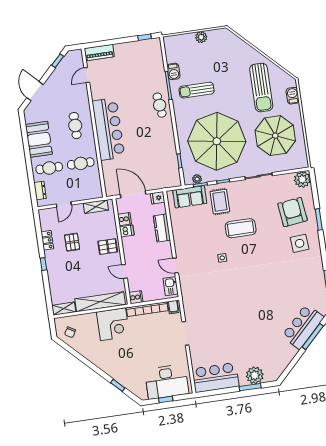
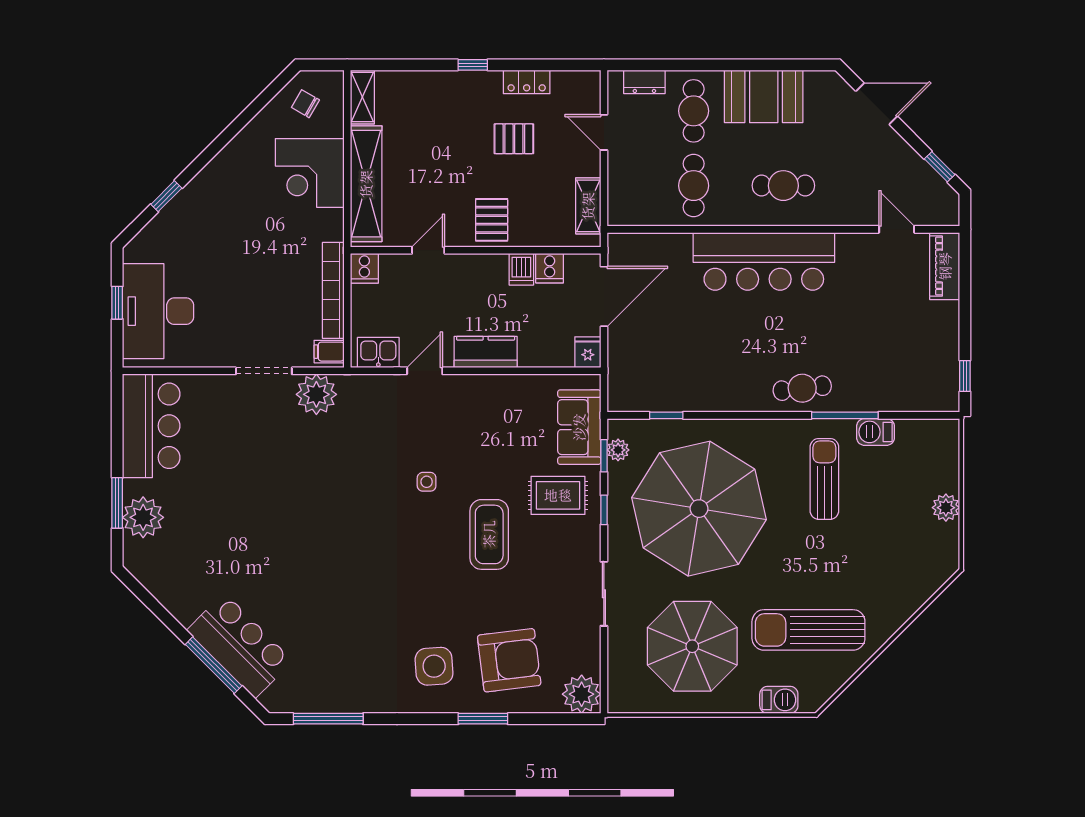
kitchen counter: (162, 228) -> (486, 352), moved
plant: (192, 310) -> (316, 394), added
corner desk: (113, 324) -> (310, 173), moved

